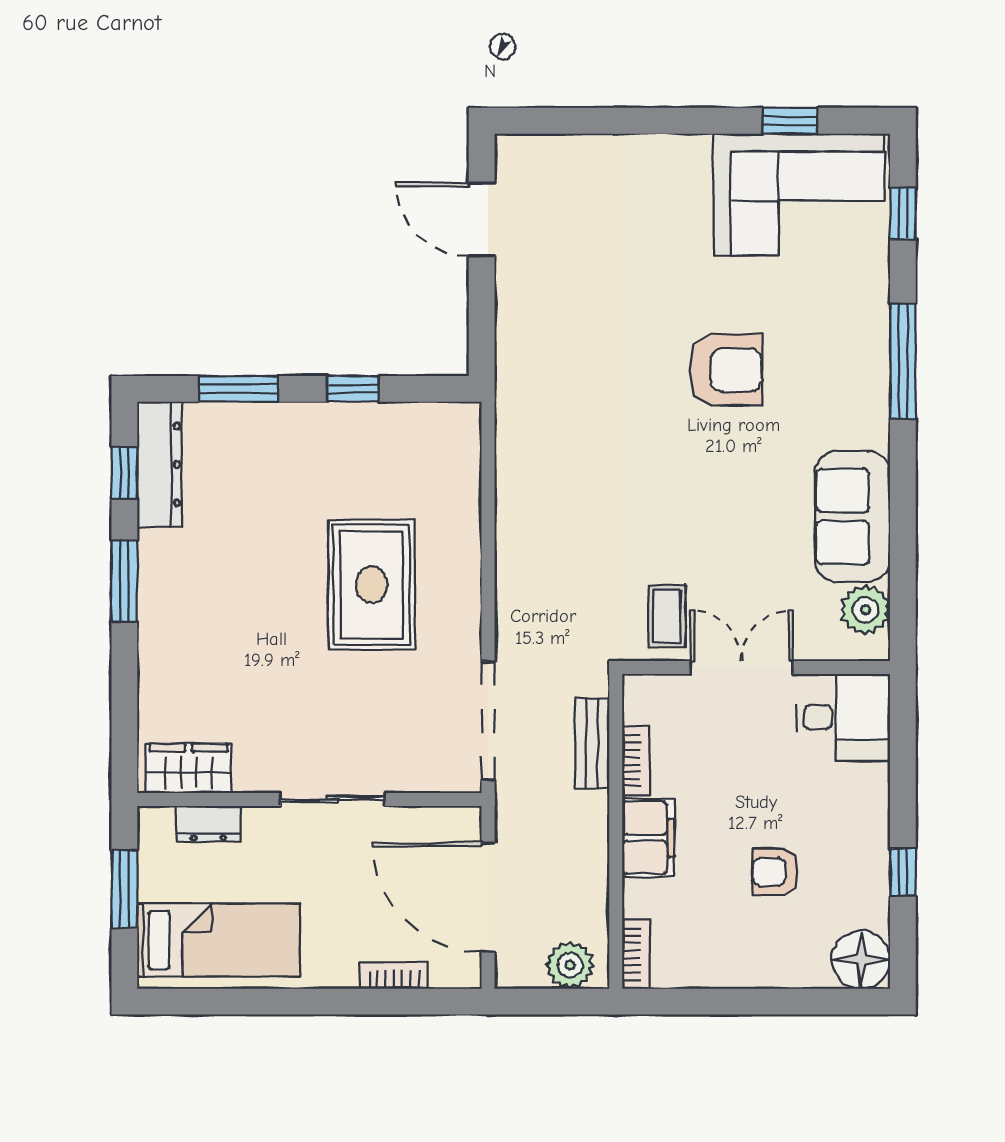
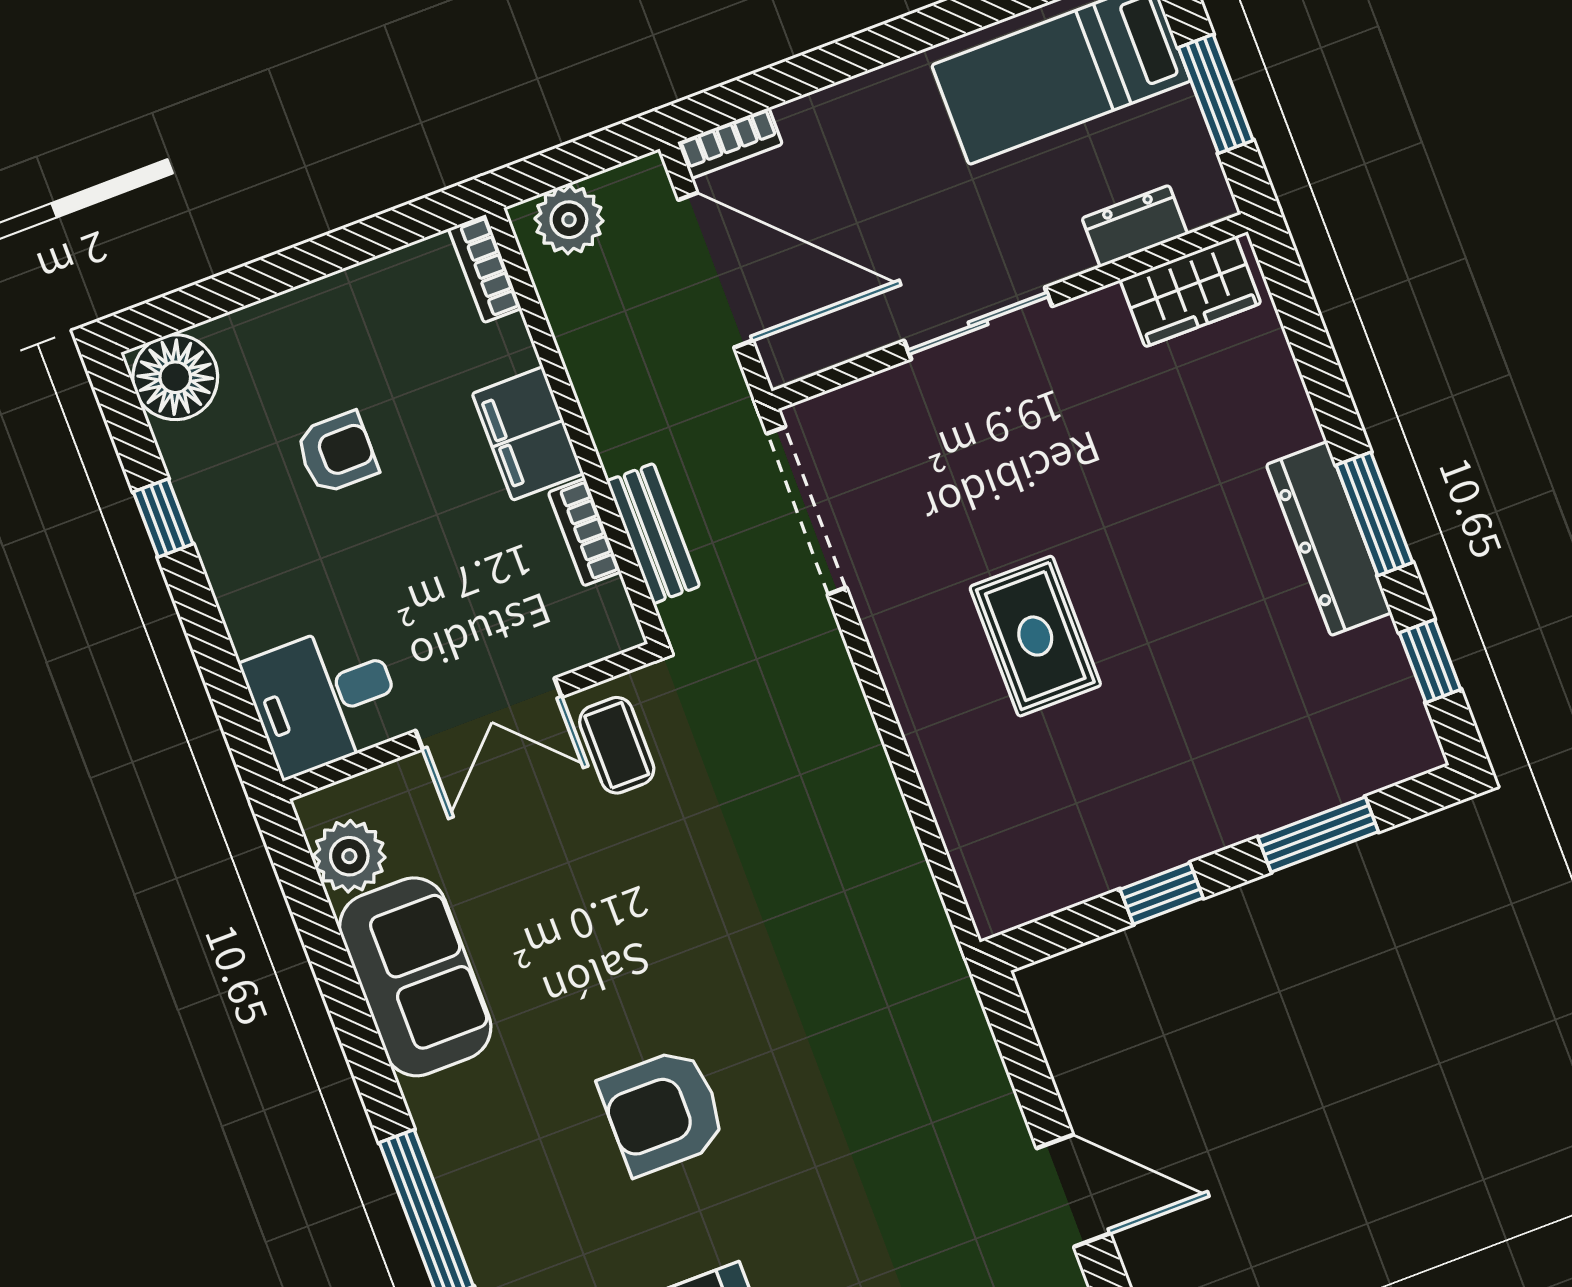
dresser: (159, 464) -> (1329, 539), moved
rug: (372, 585) -> (1035, 636), width x0.73, depth x0.70
bookcase: (394, 975) -> (730, 143), moved

